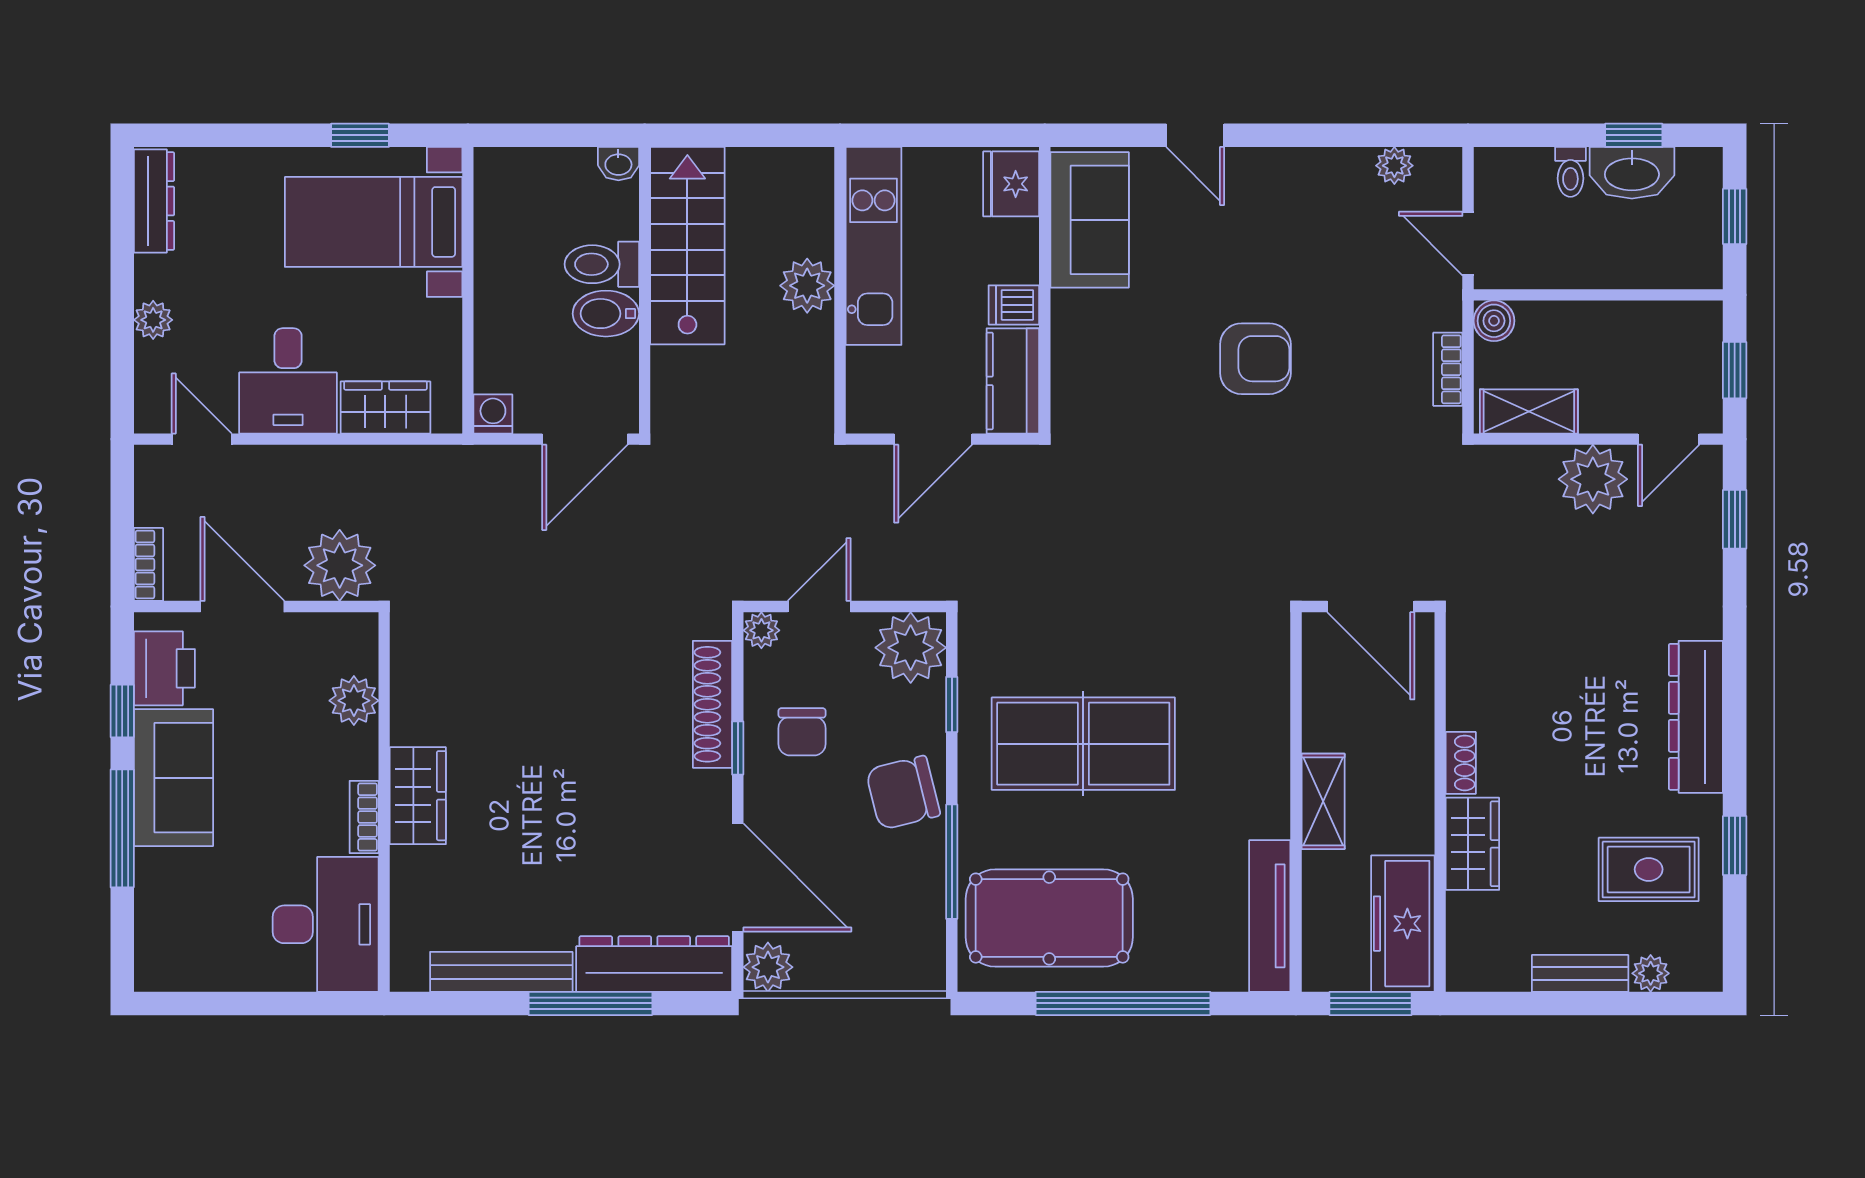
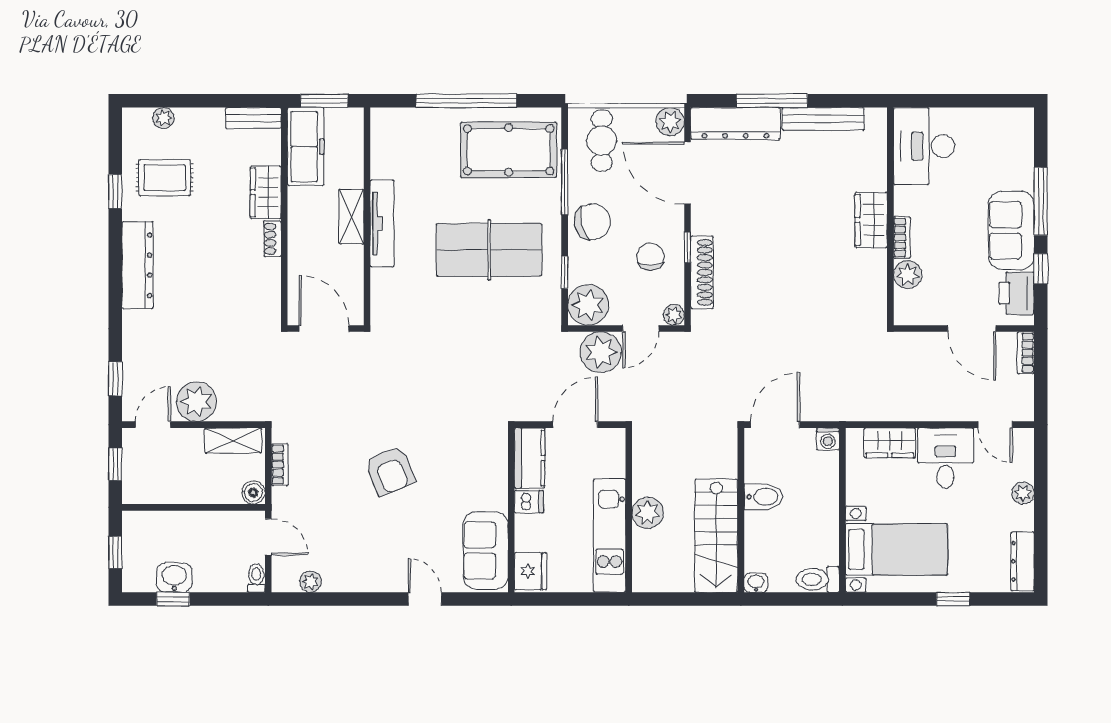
window: (360, 135) -> (953, 599), moved
toilet: (1570, 172) -> (256, 578), moved
washbasin: (1632, 173) -> (174, 577), width x0.72
toilet: (602, 264) -> (818, 579), moved, turned 180
armchair: (1255, 359) -> (390, 471), turned -112
plant: (340, 565) -> (601, 352), moved
bookcase: (364, 817) -> (902, 238), moved
tv unit: (1270, 916) -> (382, 223), moved
cafe table: (887, 934) -> (602, 141), added
bench: (1580, 973) -> (253, 118), moved

